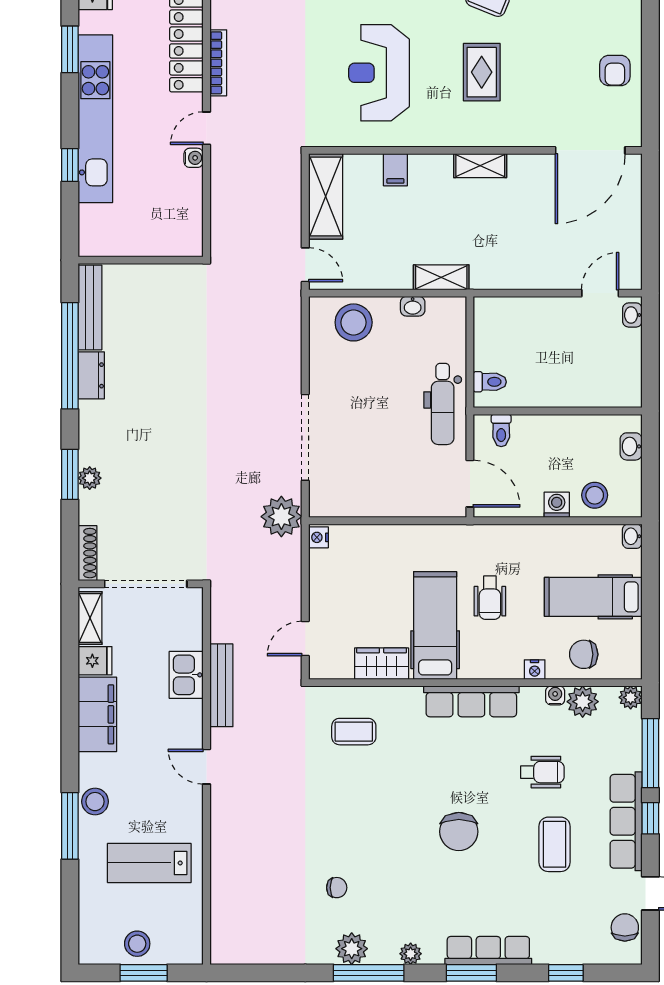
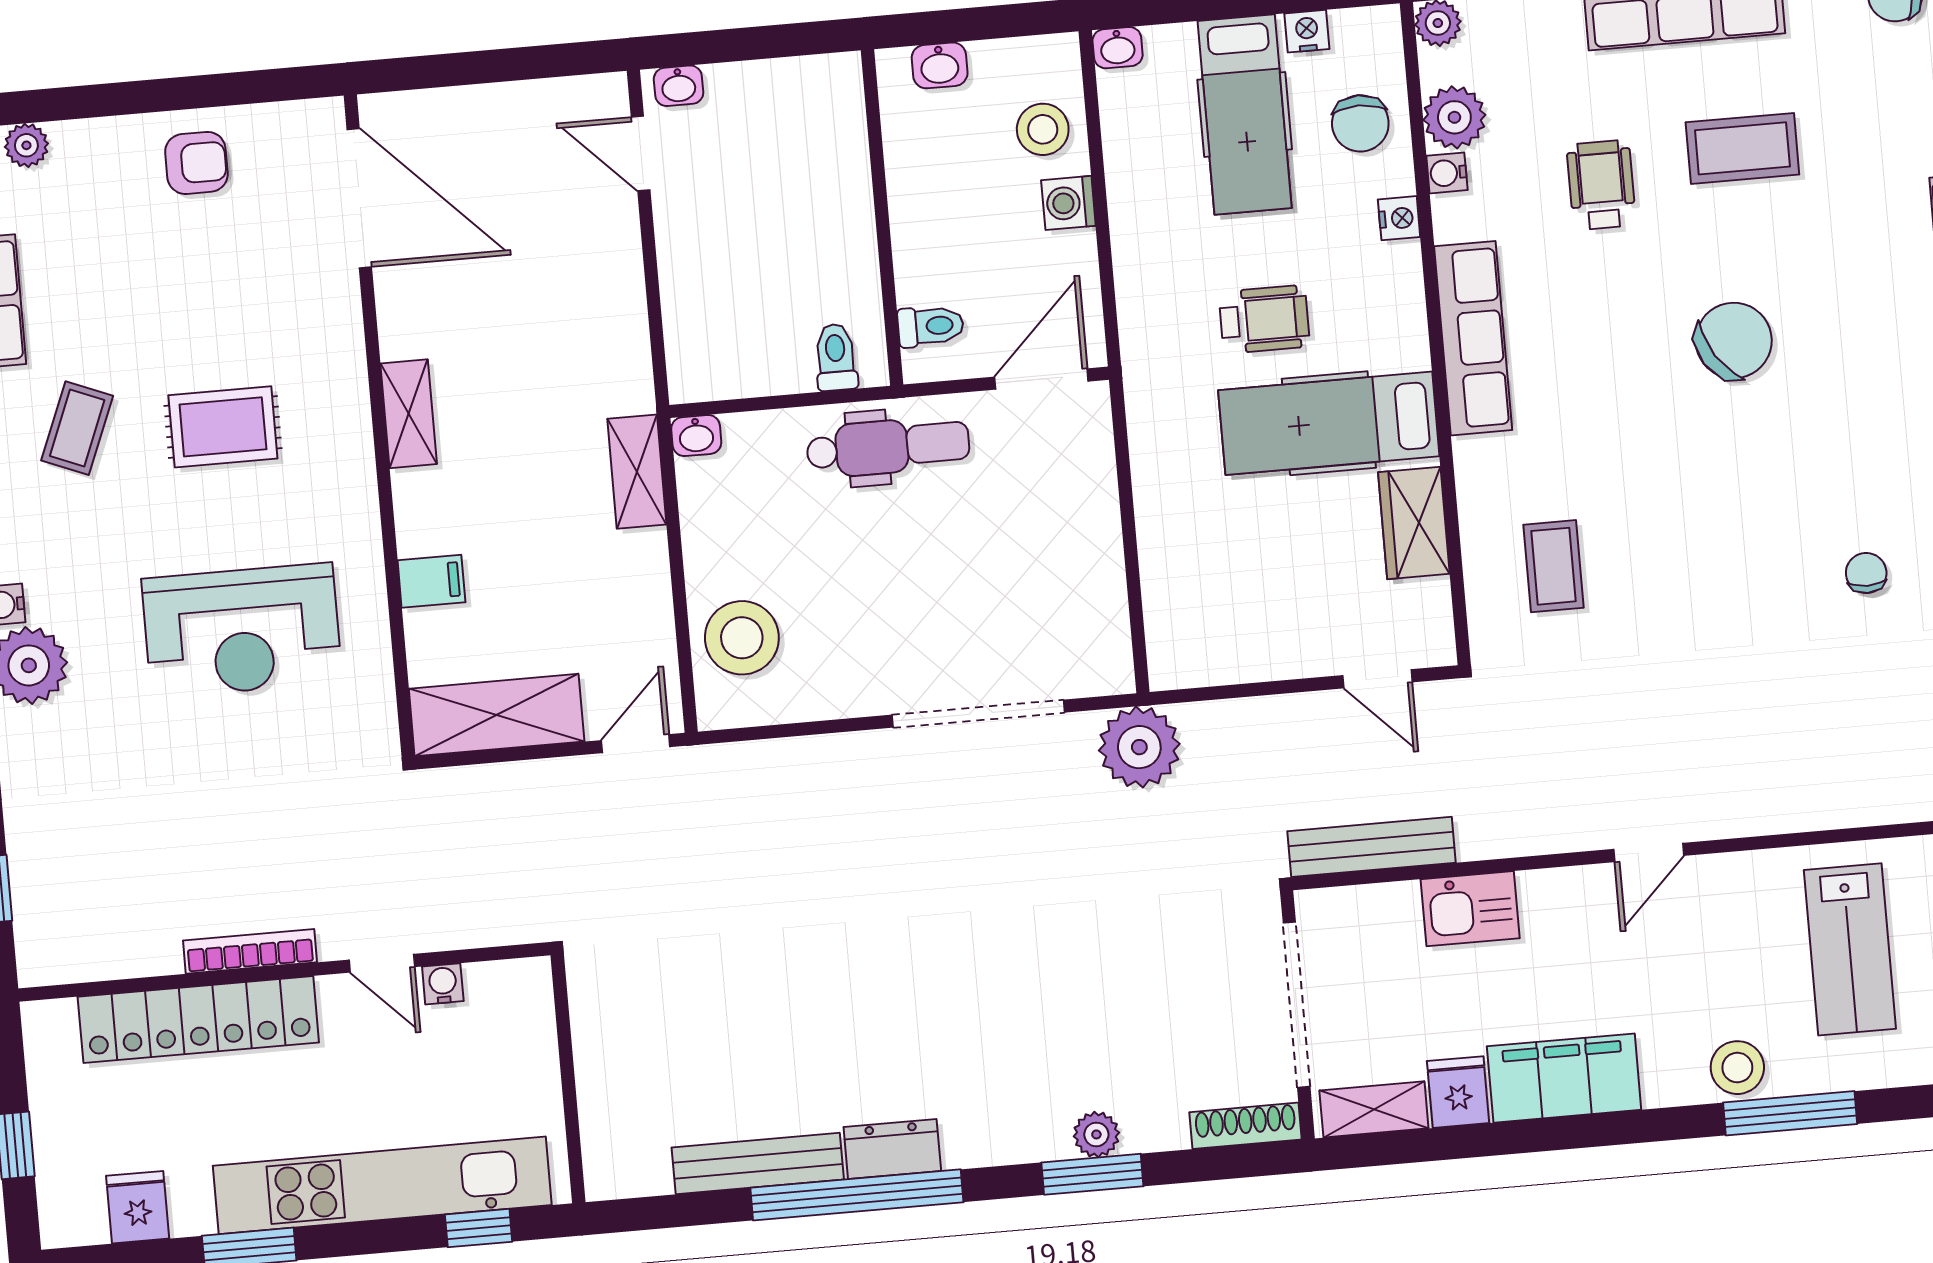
wall: (141, 260) -> (568, 1079), moved
washbasin: (413, 306) -> (696, 436), moved, turned 90
nightstand: (318, 537) -> (1307, 31), moved, turned 180
bench: (221, 685) -> (1372, 847), moved
chair: (459, 832) -> (1734, 341), turned -33

